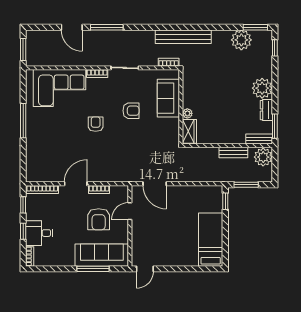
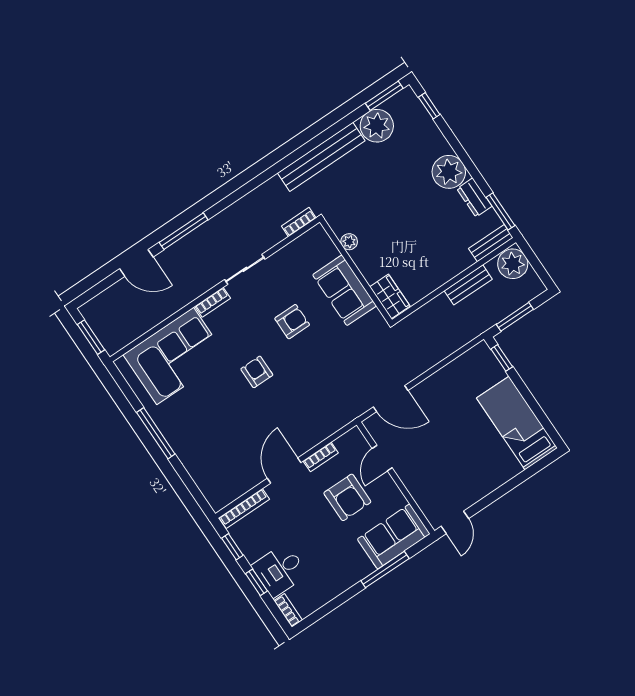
bench: (183, 37) -> (321, 157), moved
sofa: (168, 98) -> (344, 290), moved
plant: (187, 113) -> (349, 242), moved
sofa: (102, 255) -> (394, 536), width x0.73

